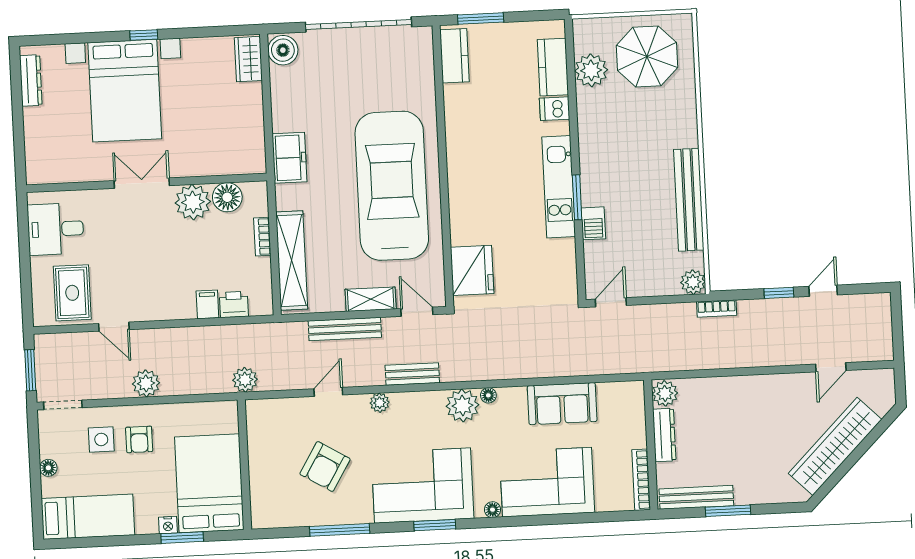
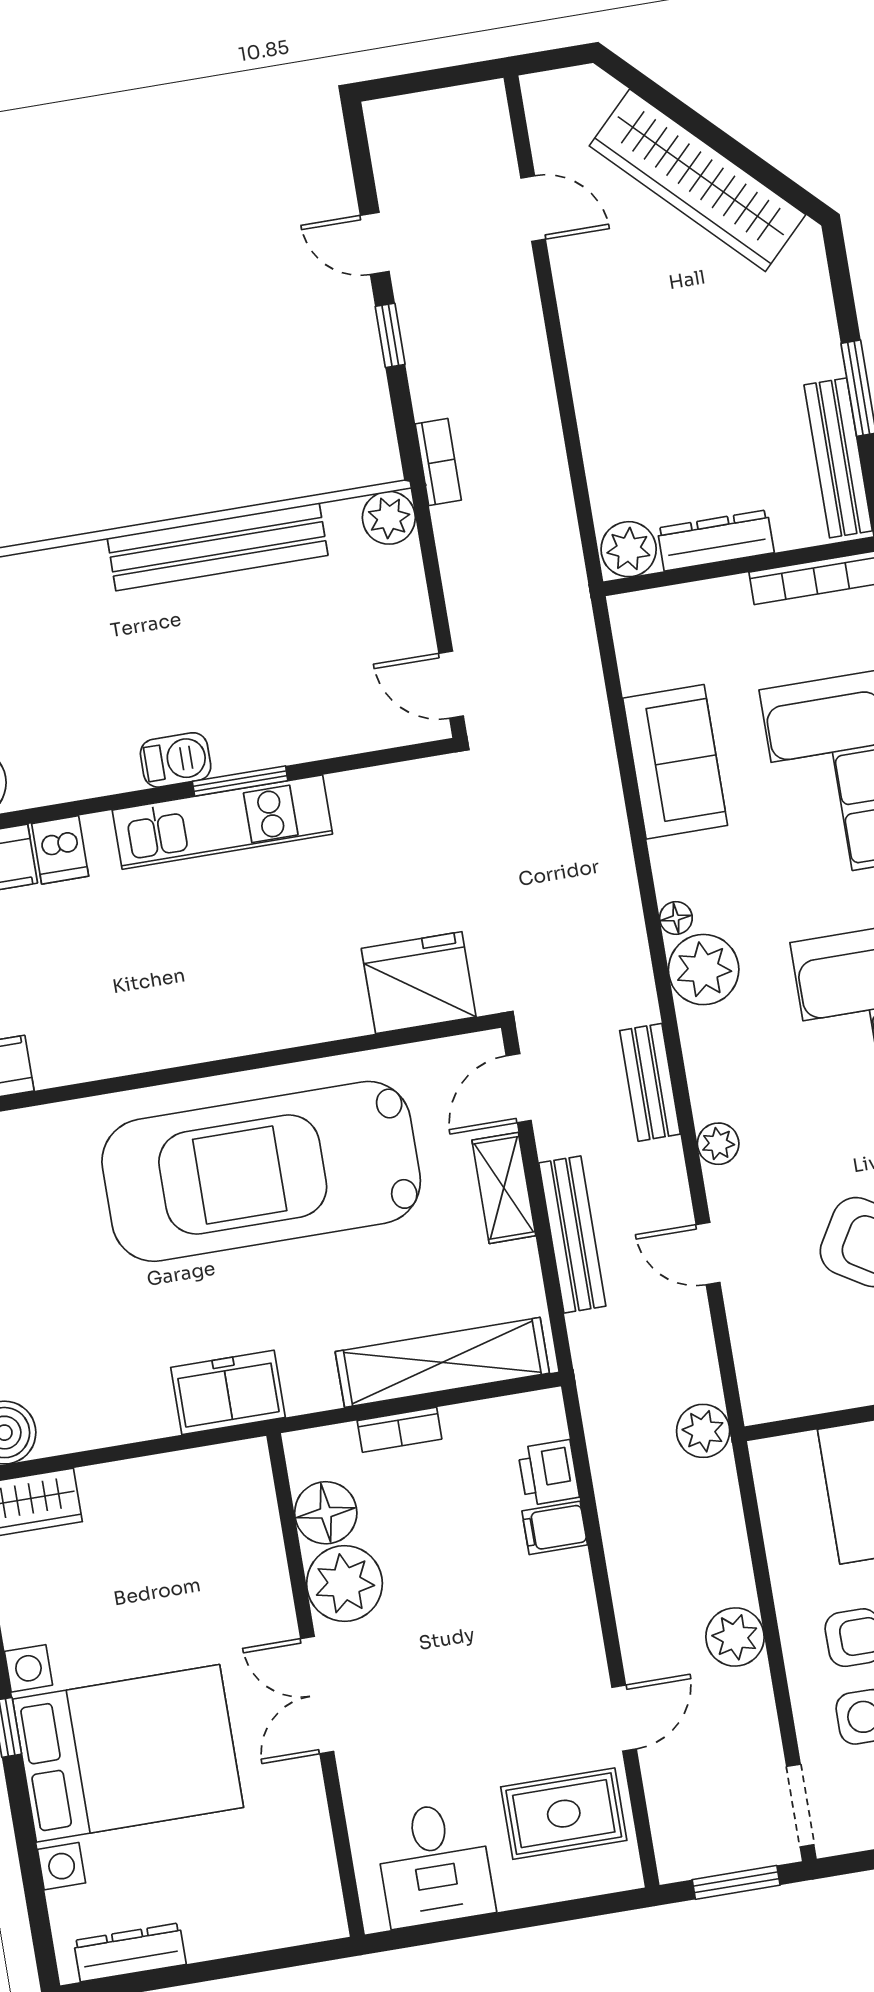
barbecue: (593, 223) -> (176, 760), moved

